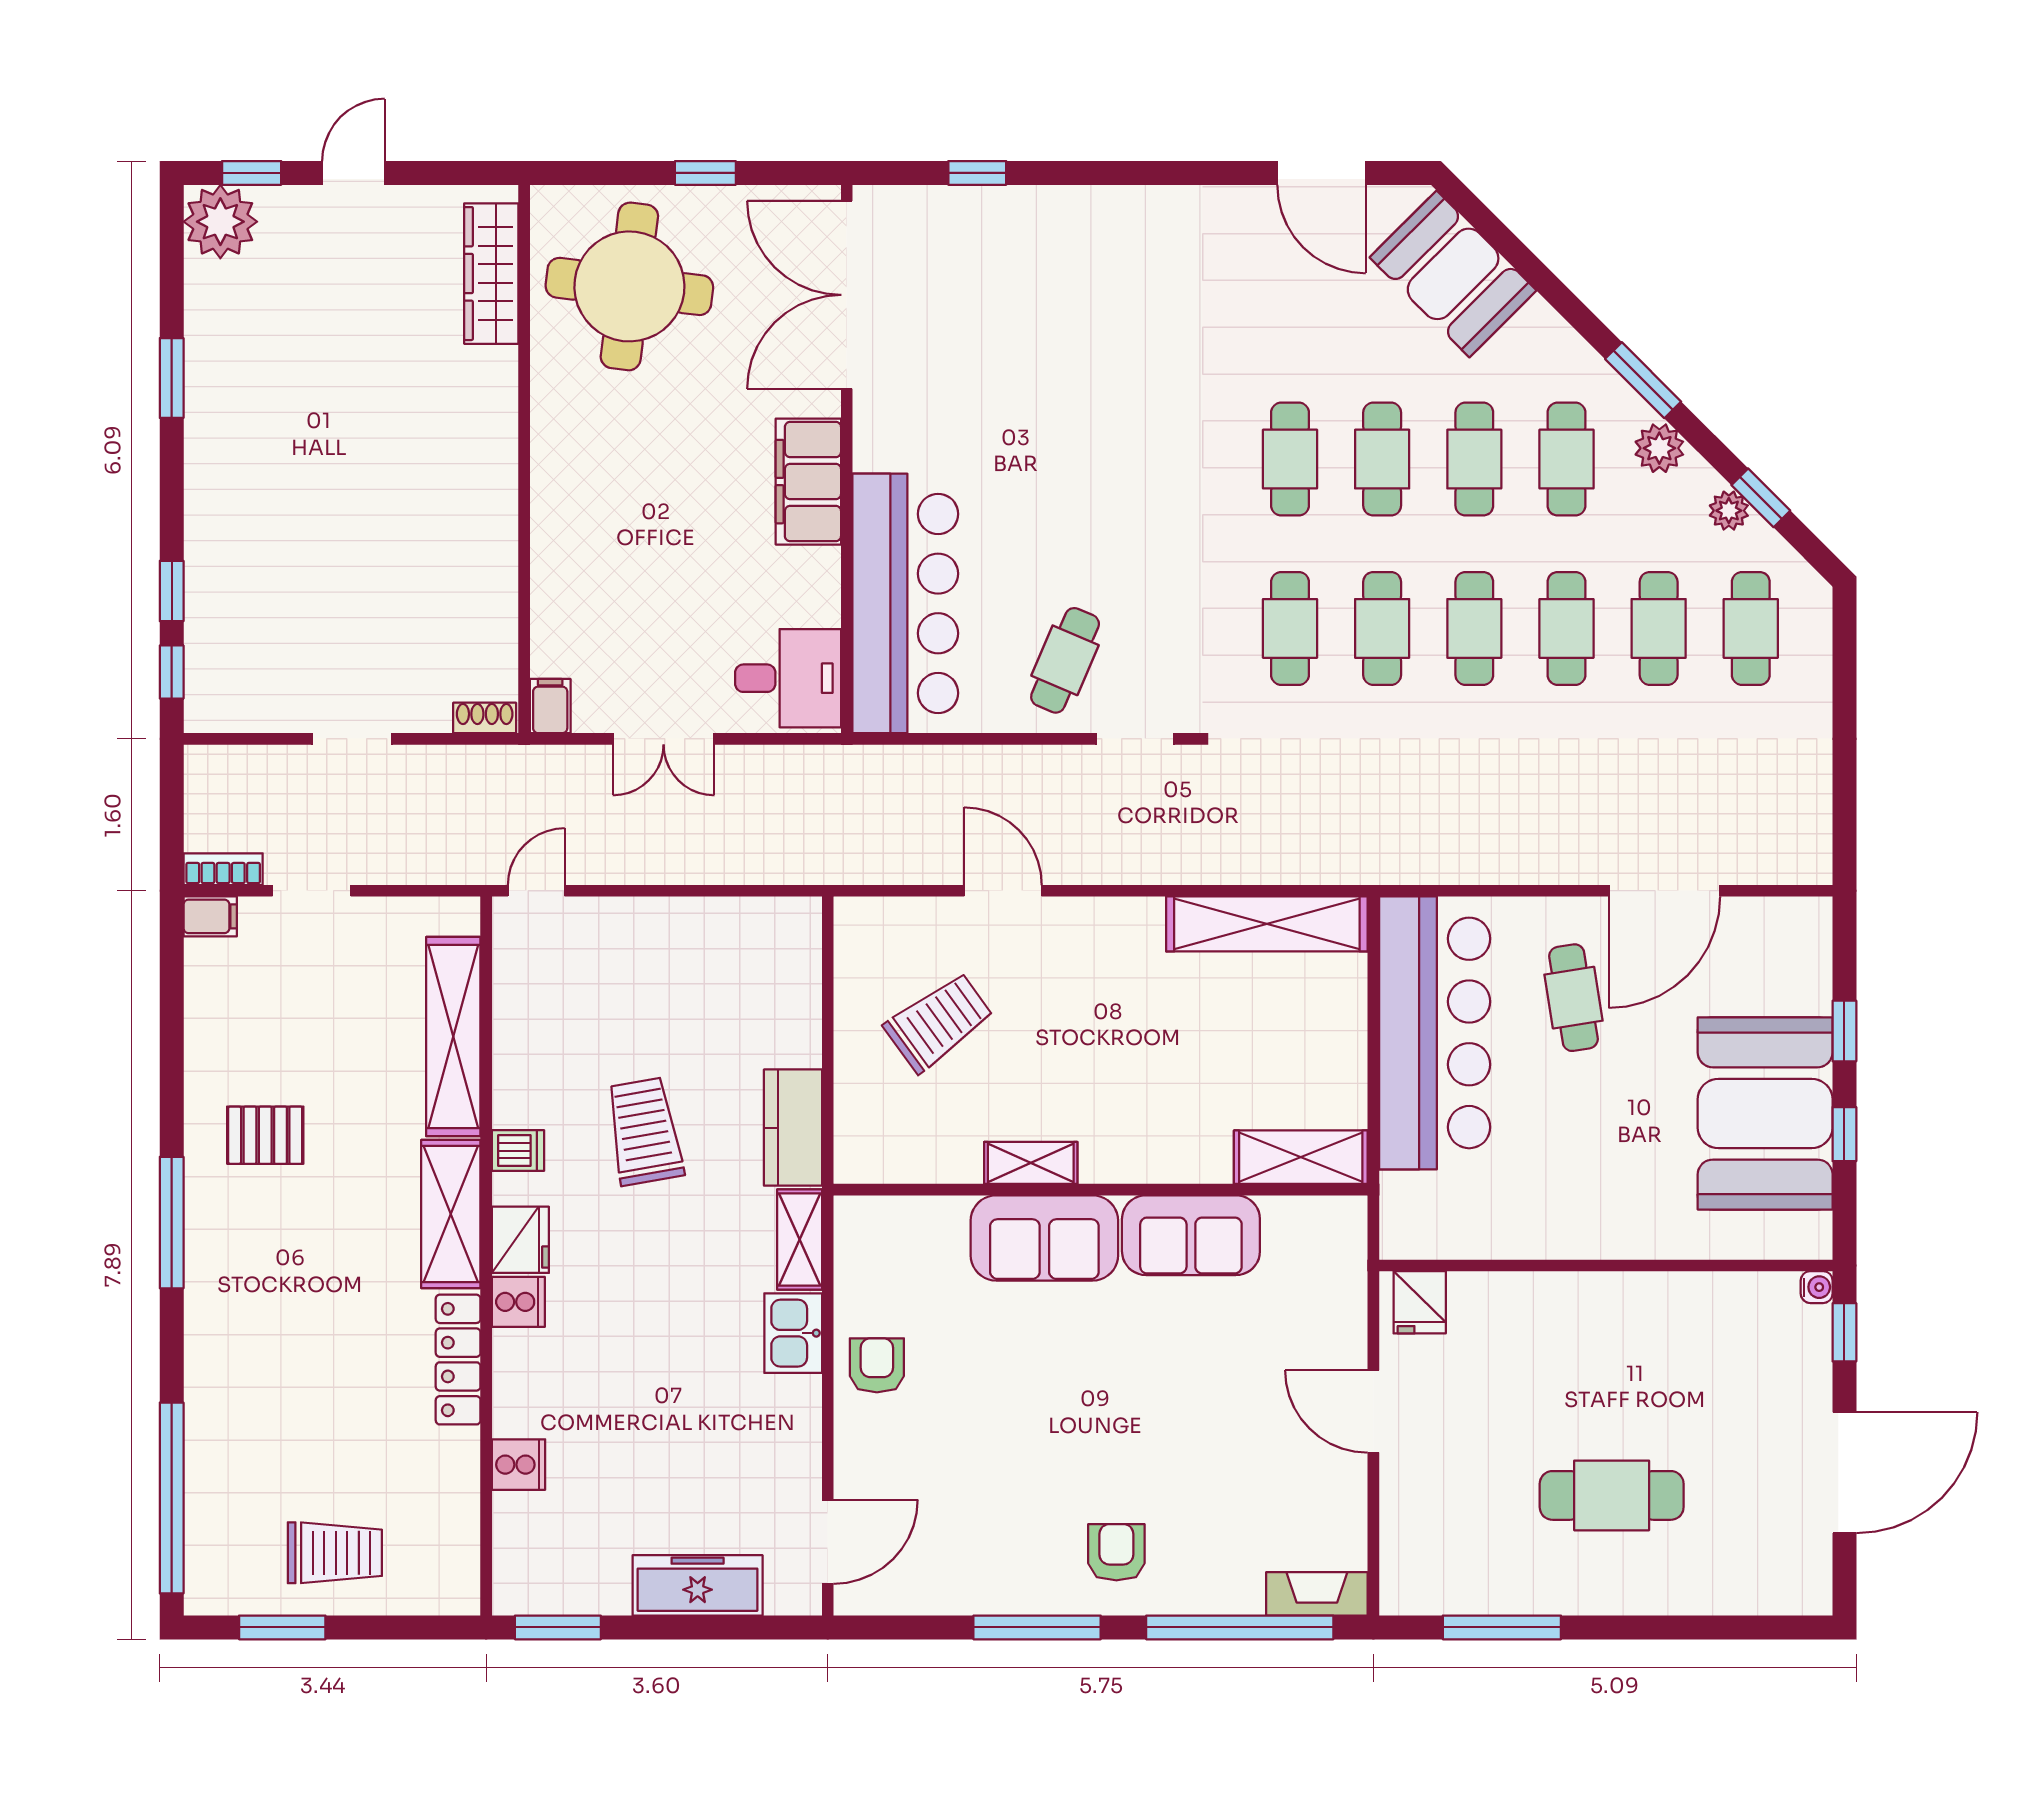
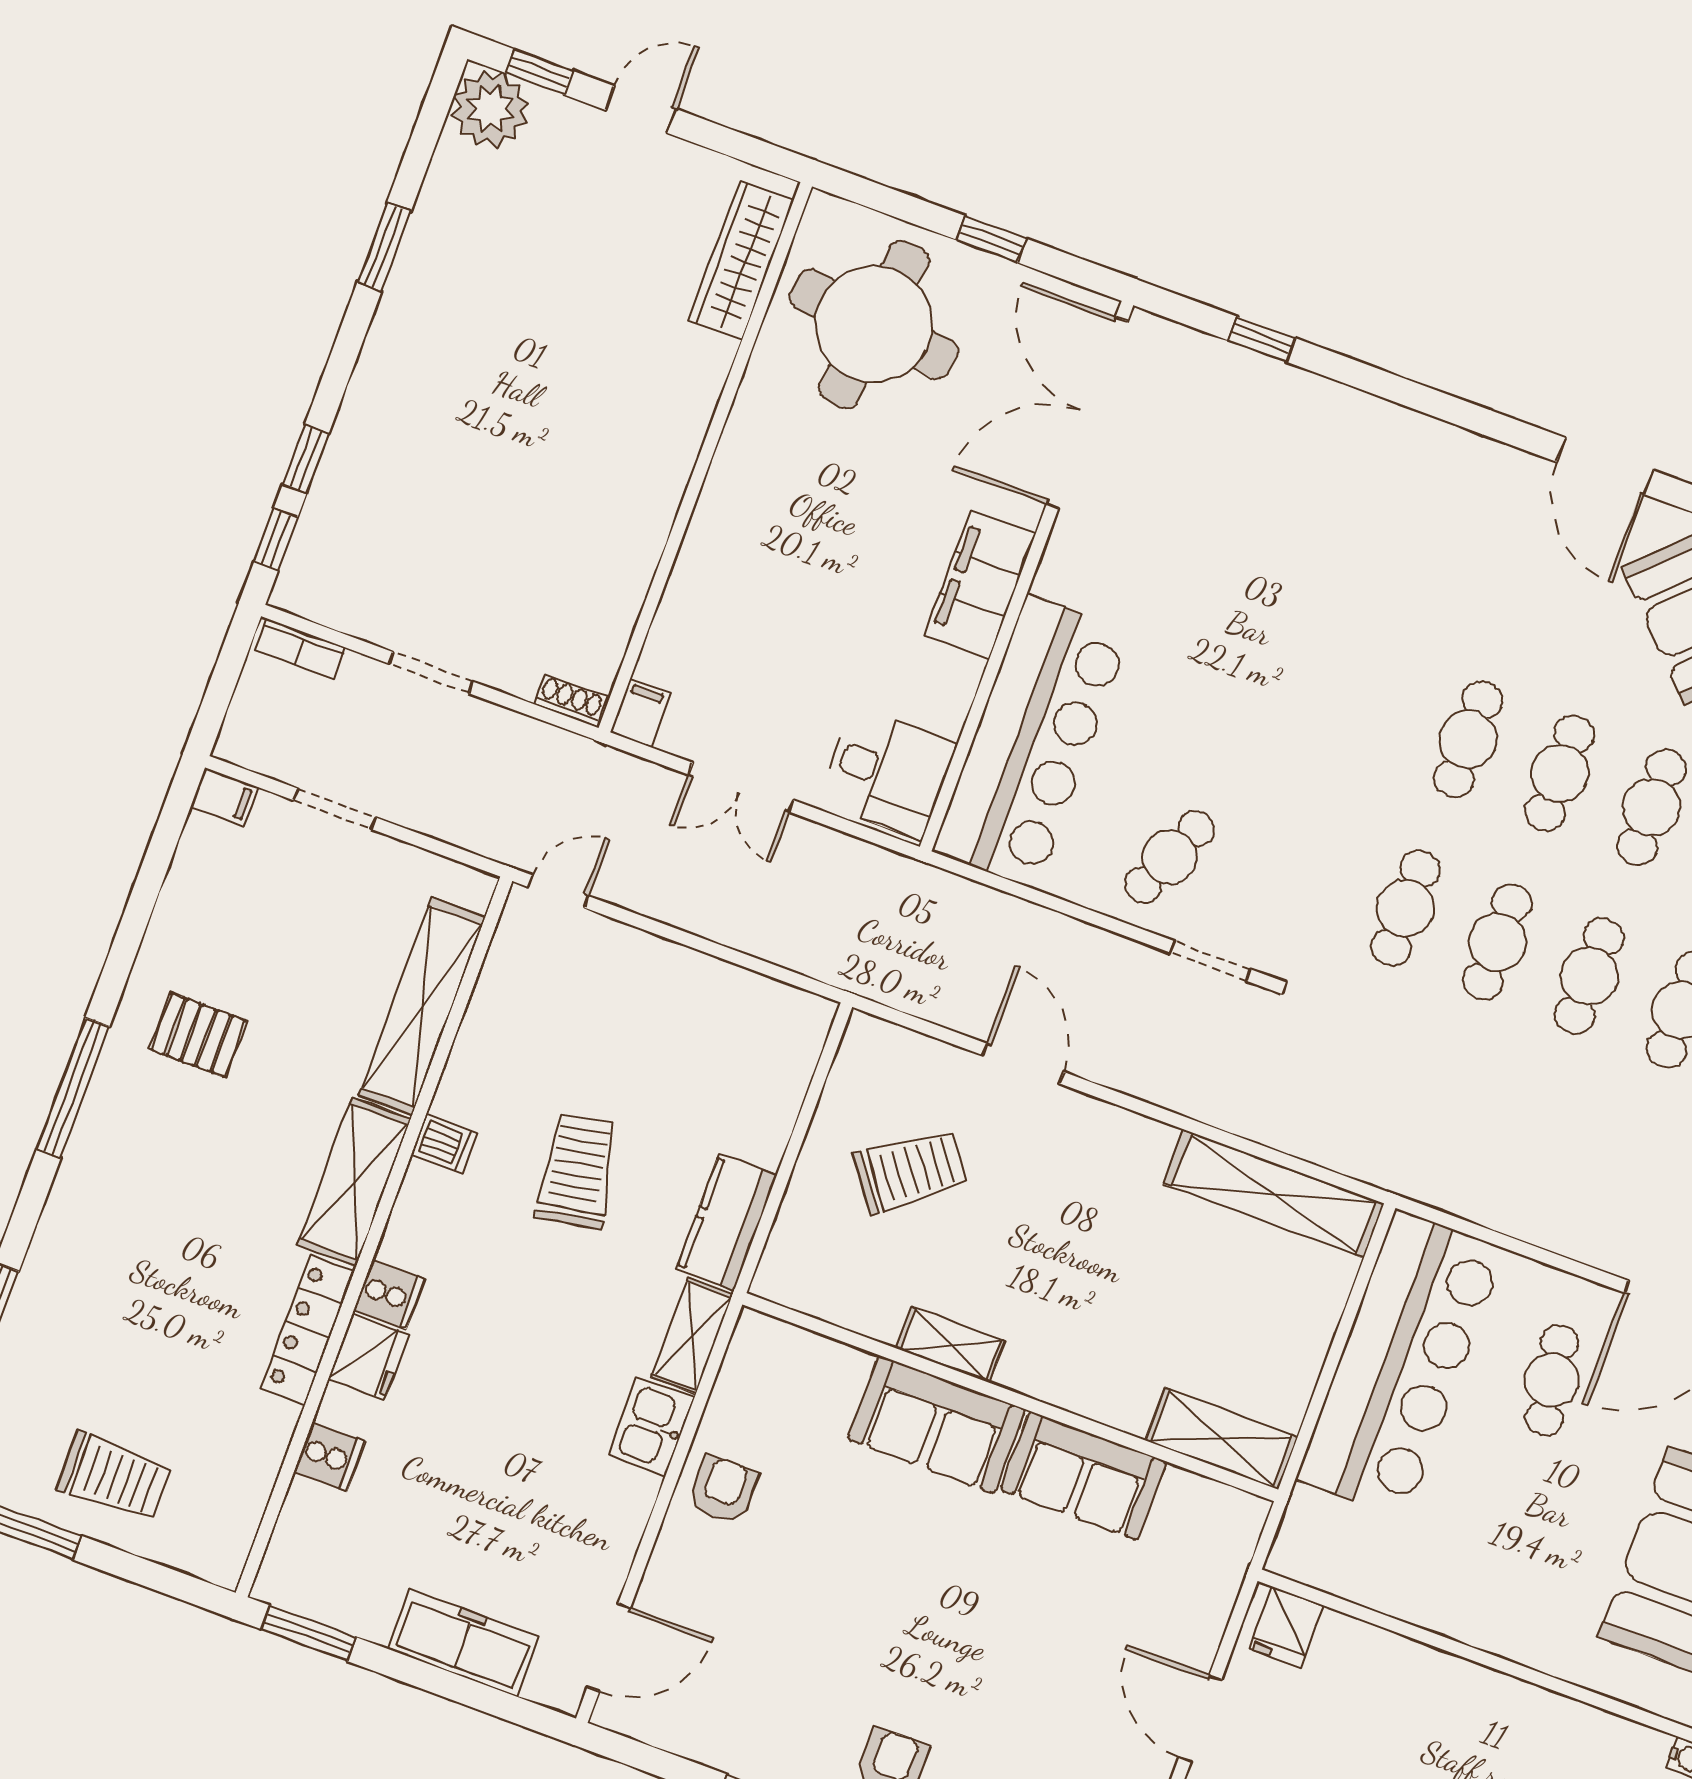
bookcase: (223, 869) -> (300, 649), moved, turned 180
fridge: (520, 1240) -> (368, 1357), moved

